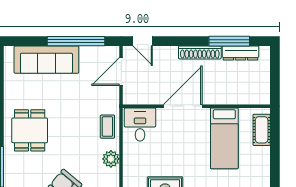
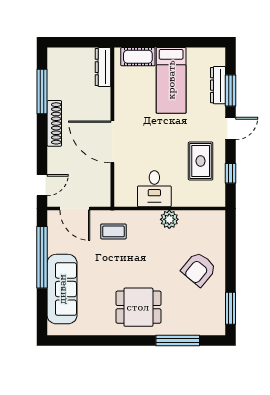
dresser: (241, 53) -> (103, 67), moved, turned 180
desk: (140, 125) -> (154, 189), moved, turned -90
coffee table: (107, 127) -> (113, 231), moved
bed: (224, 138) -> (171, 80), moved, turned 90

